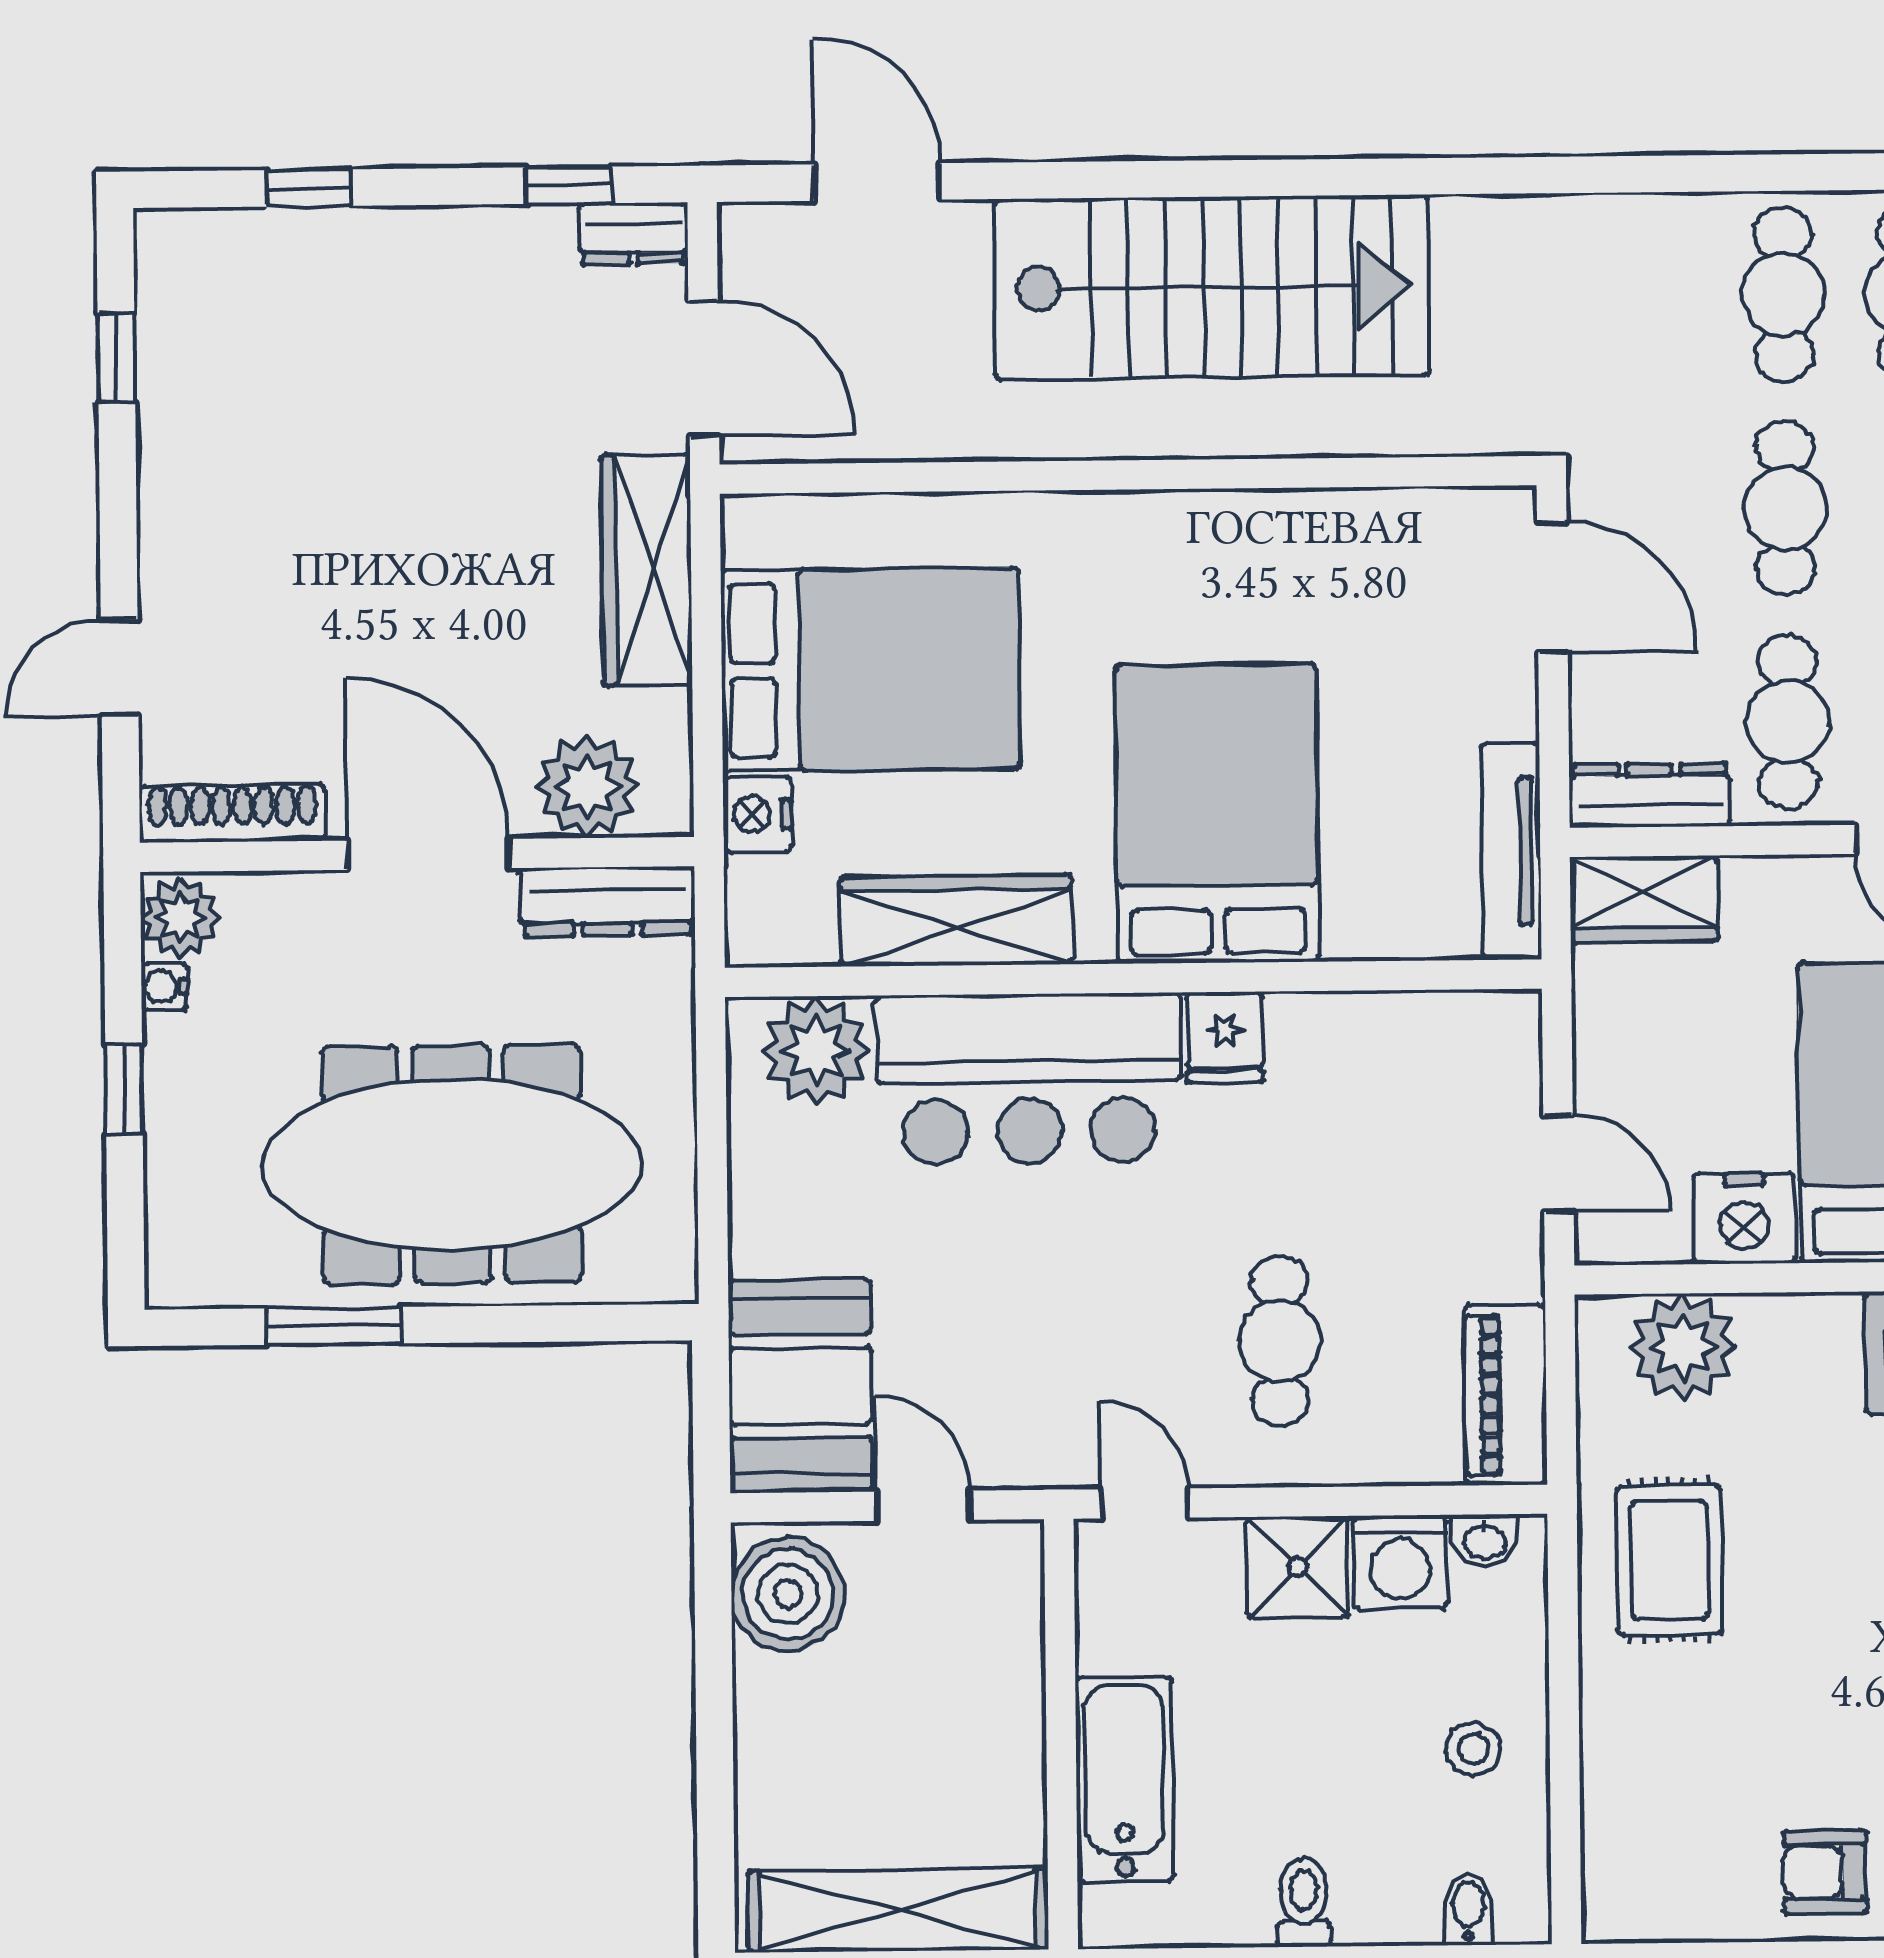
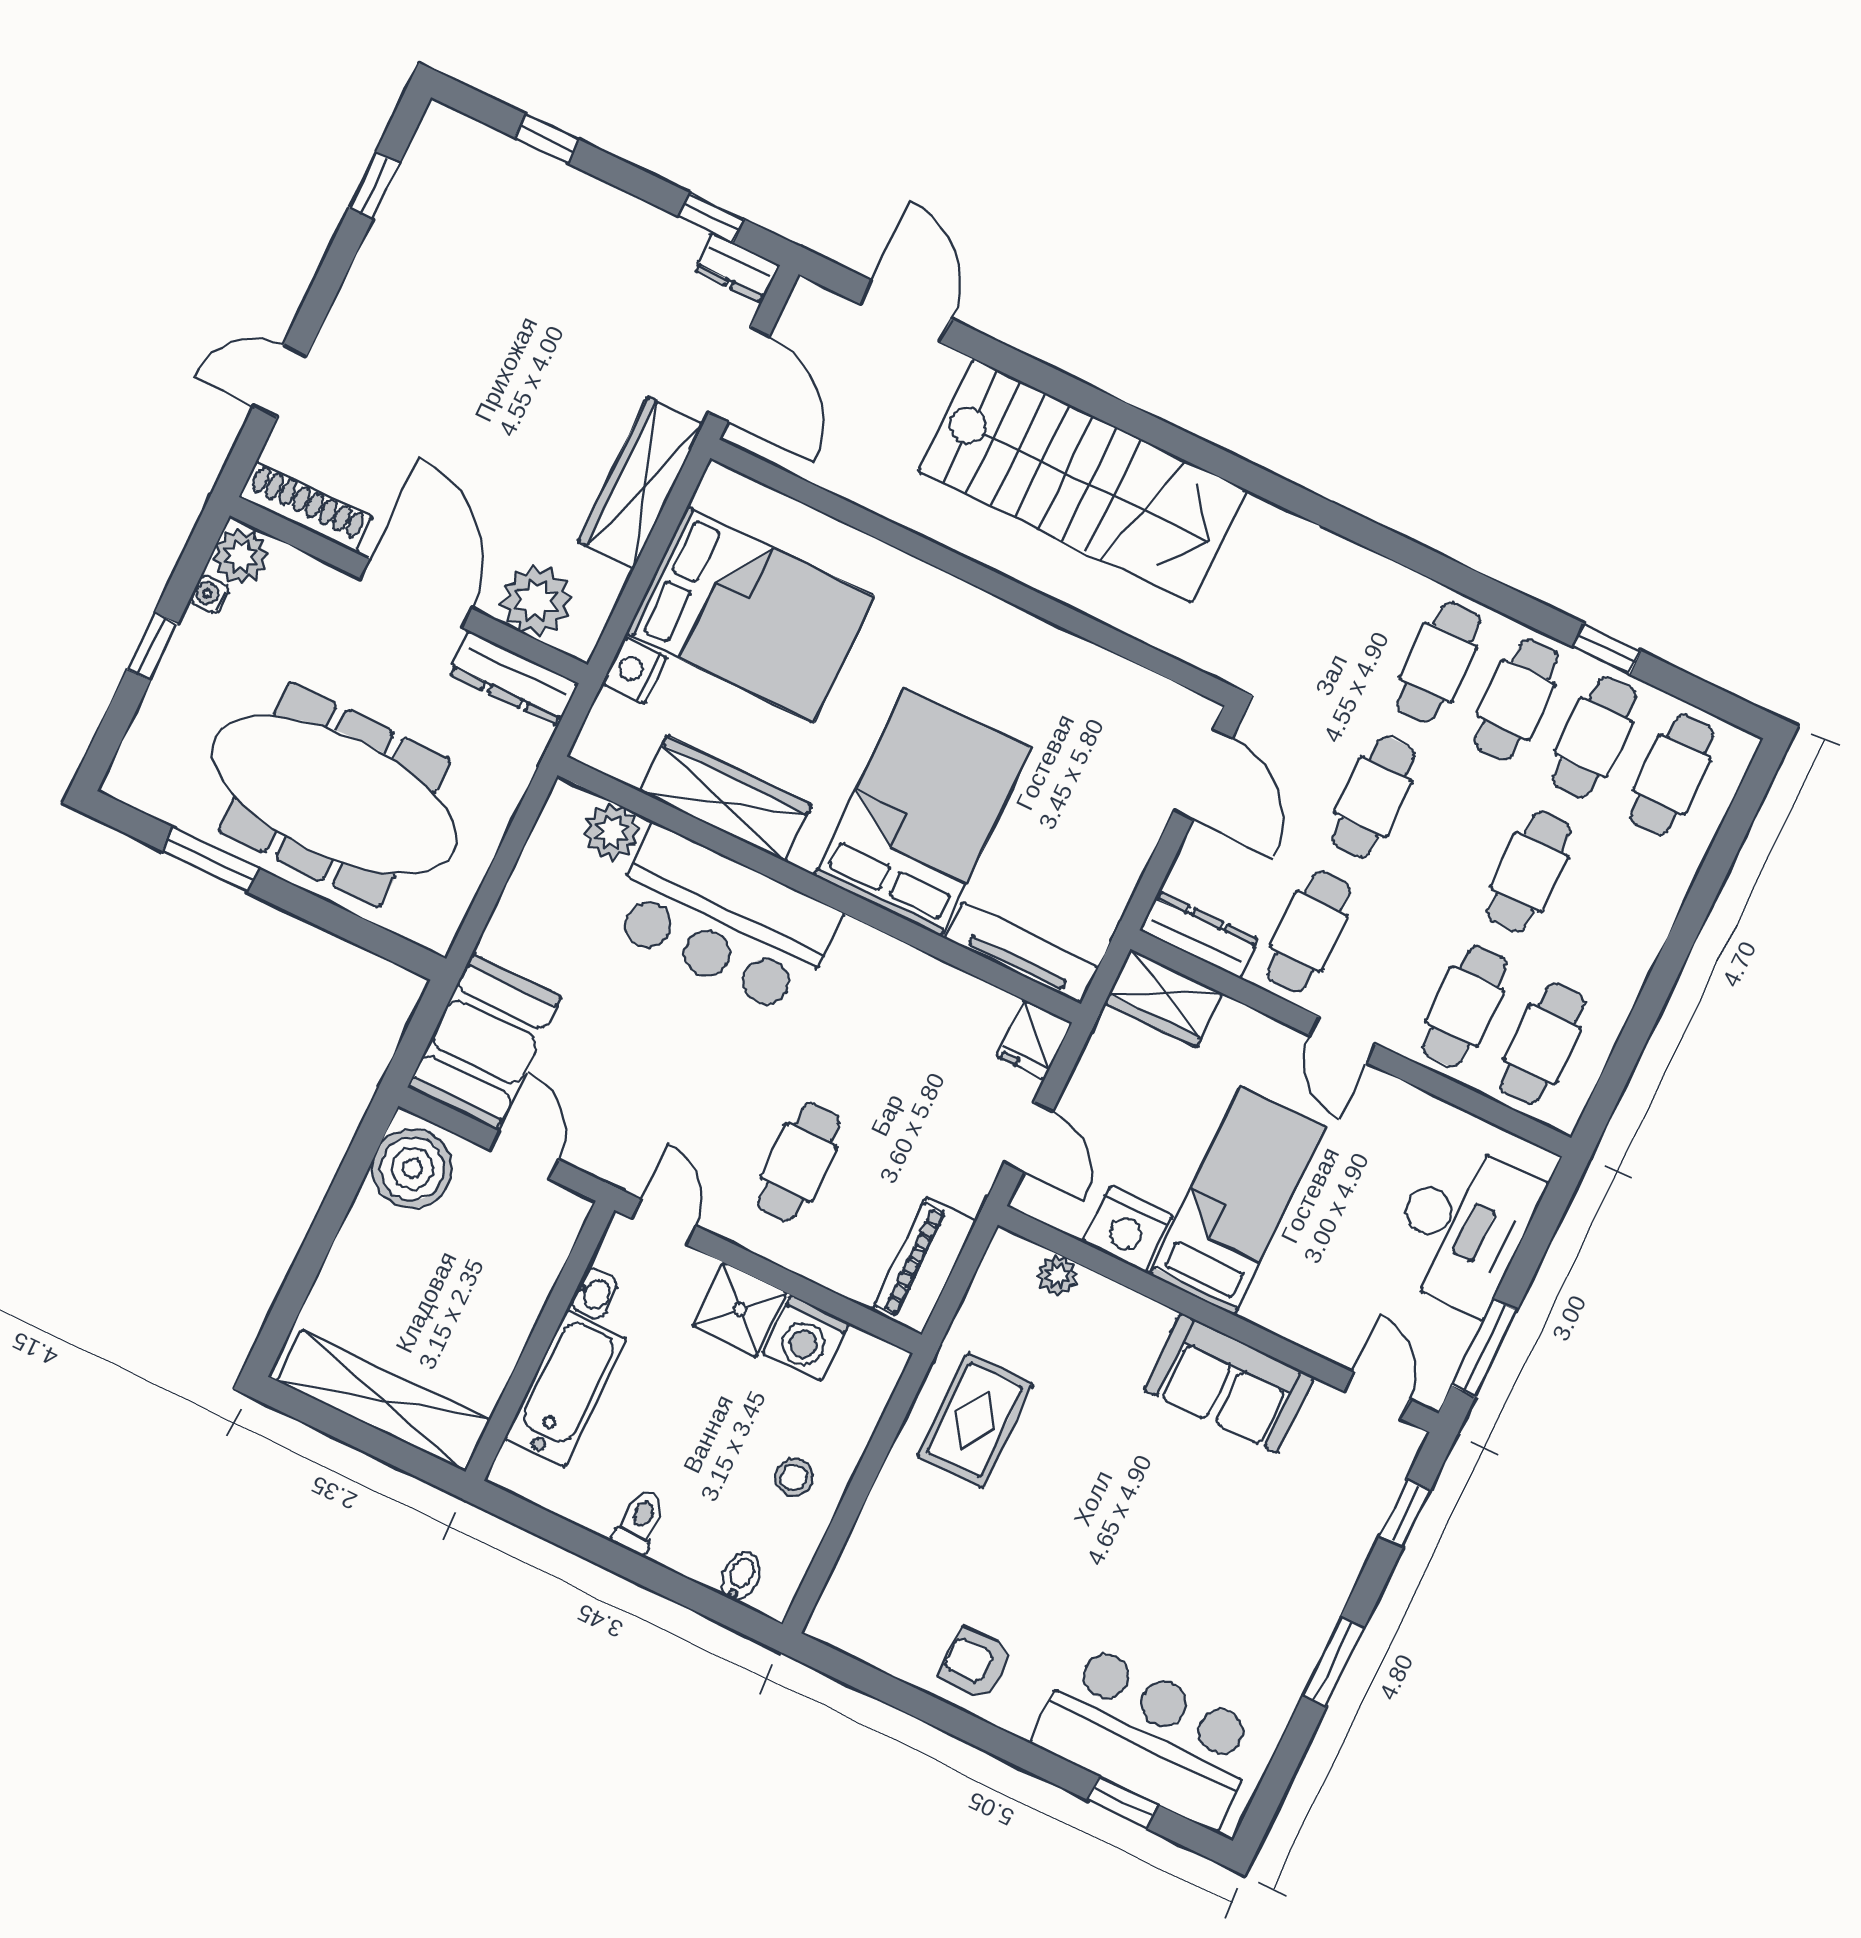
tv unit: (1511, 851) -> (1022, 953), moved, turned 90
fridge: (1225, 1037) -> (1034, 1040), moved
plant: (816, 1050) -> (612, 832), width x0.73, depth x0.73
plant: (1683, 1347) -> (1057, 1275), width x0.53, depth x0.53
washbasin: (1485, 1541) -> (594, 1293), moved, turned -90

